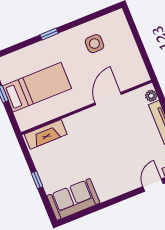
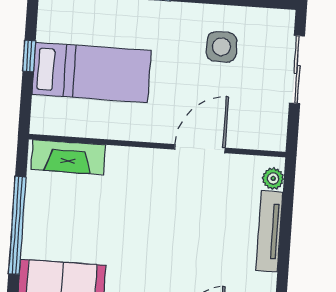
sliding door: (137, 37) -> (297, 69), added
window: (37, 180) -> (17, 225), width x3.17

